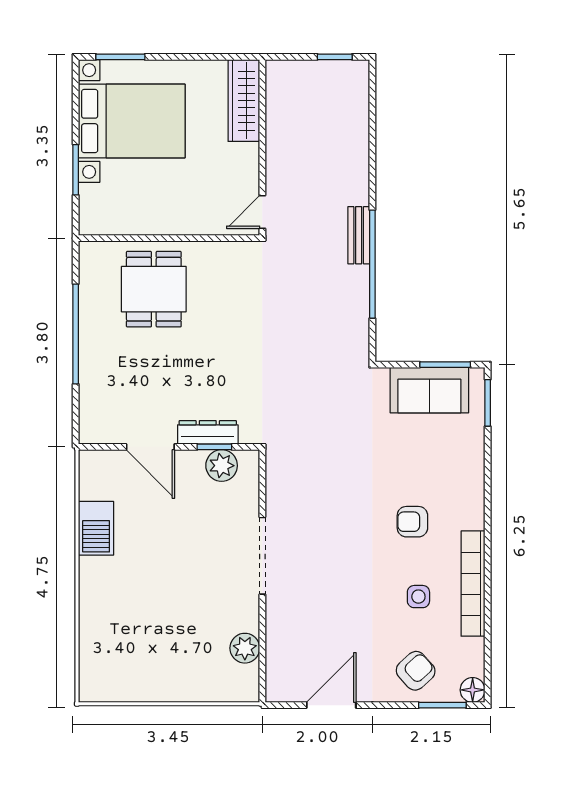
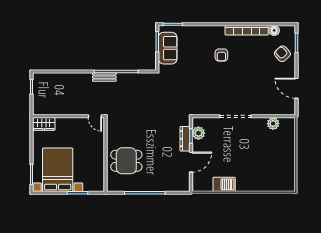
wardrobe: (244, 101) -> (44, 124), width x0.67
side table: (418, 597) -> (252, 53), removed
floor lamp: (473, 690) -> (274, 30), moved

